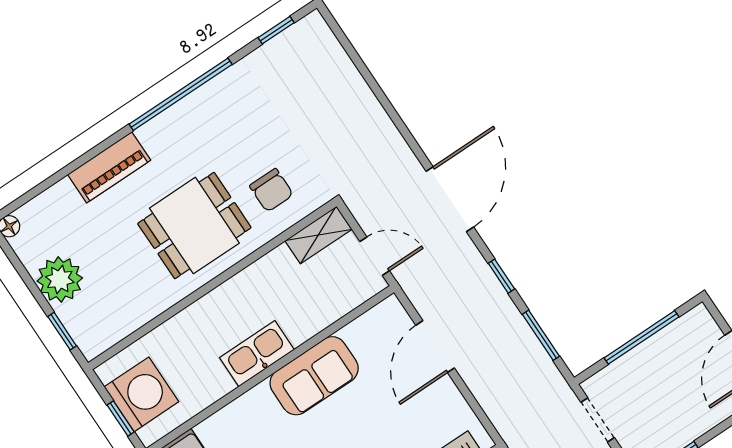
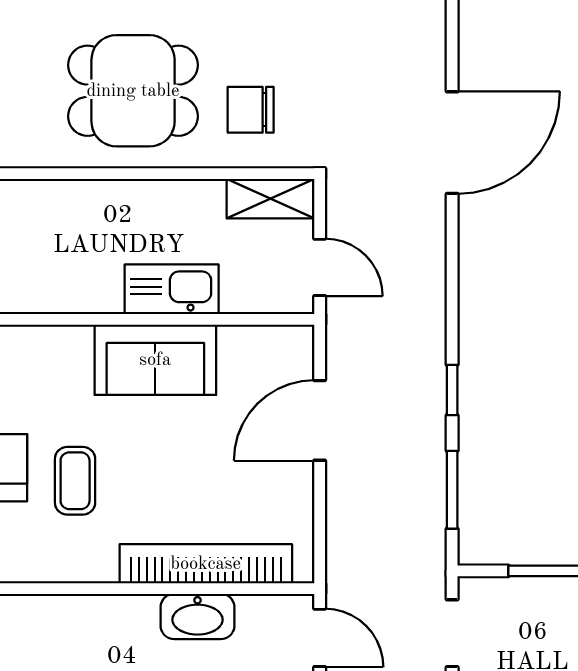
chair: (271, 190) -> (251, 110), turned 90
door: (450, 199) -> (452, 143), moved
kitchen sink: (257, 354) -> (172, 289), moved

